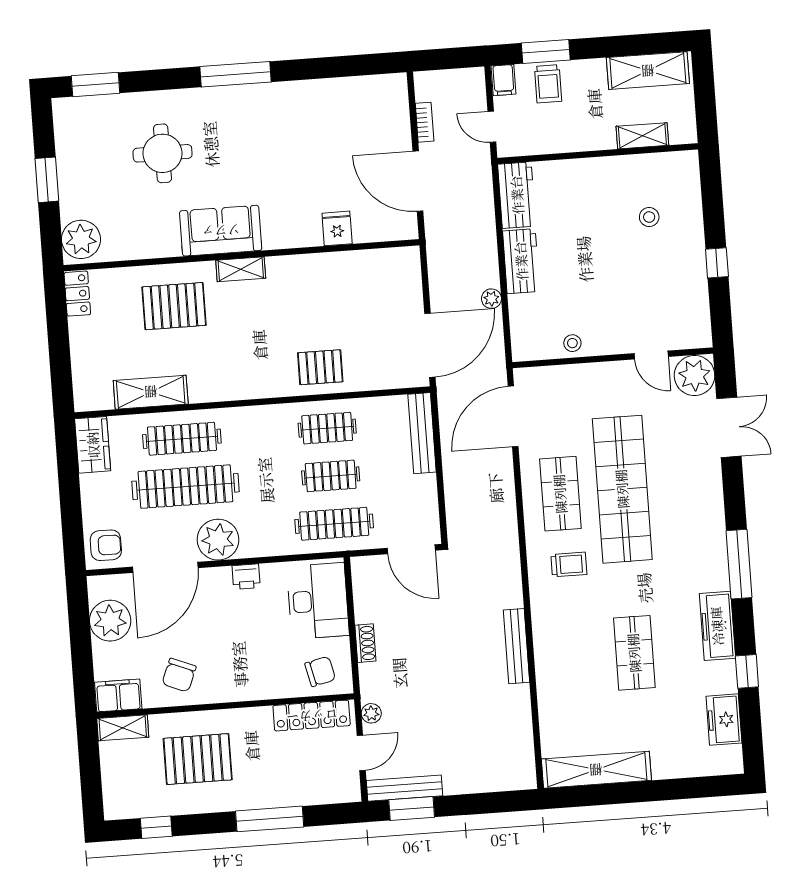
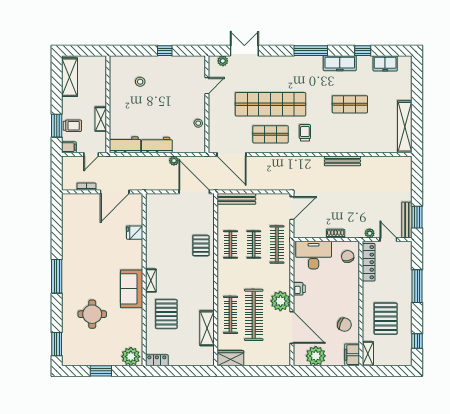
shelving: (642, 136) -> (101, 119), moved
plant: (695, 375) -> (223, 61), width x0.53, depth x0.53
armchair: (106, 545) -> (279, 355), removed

